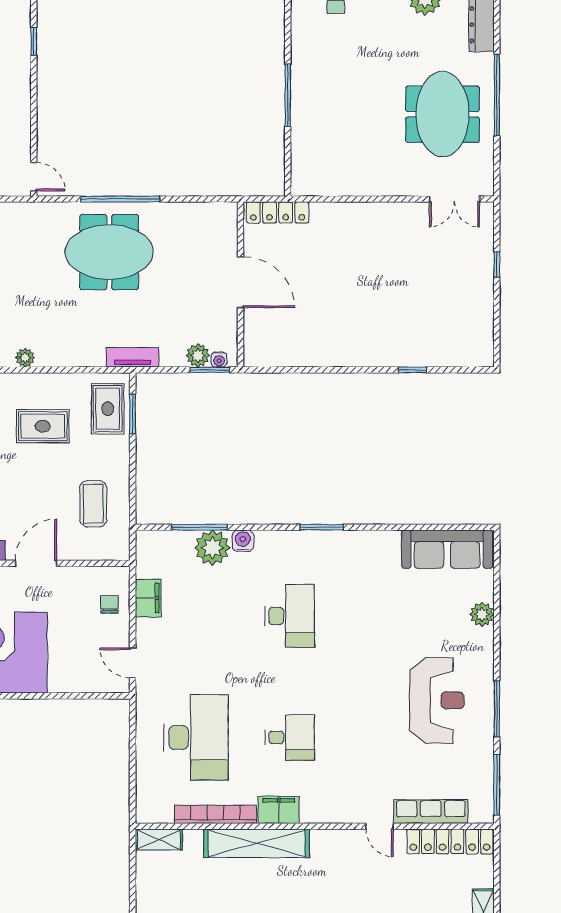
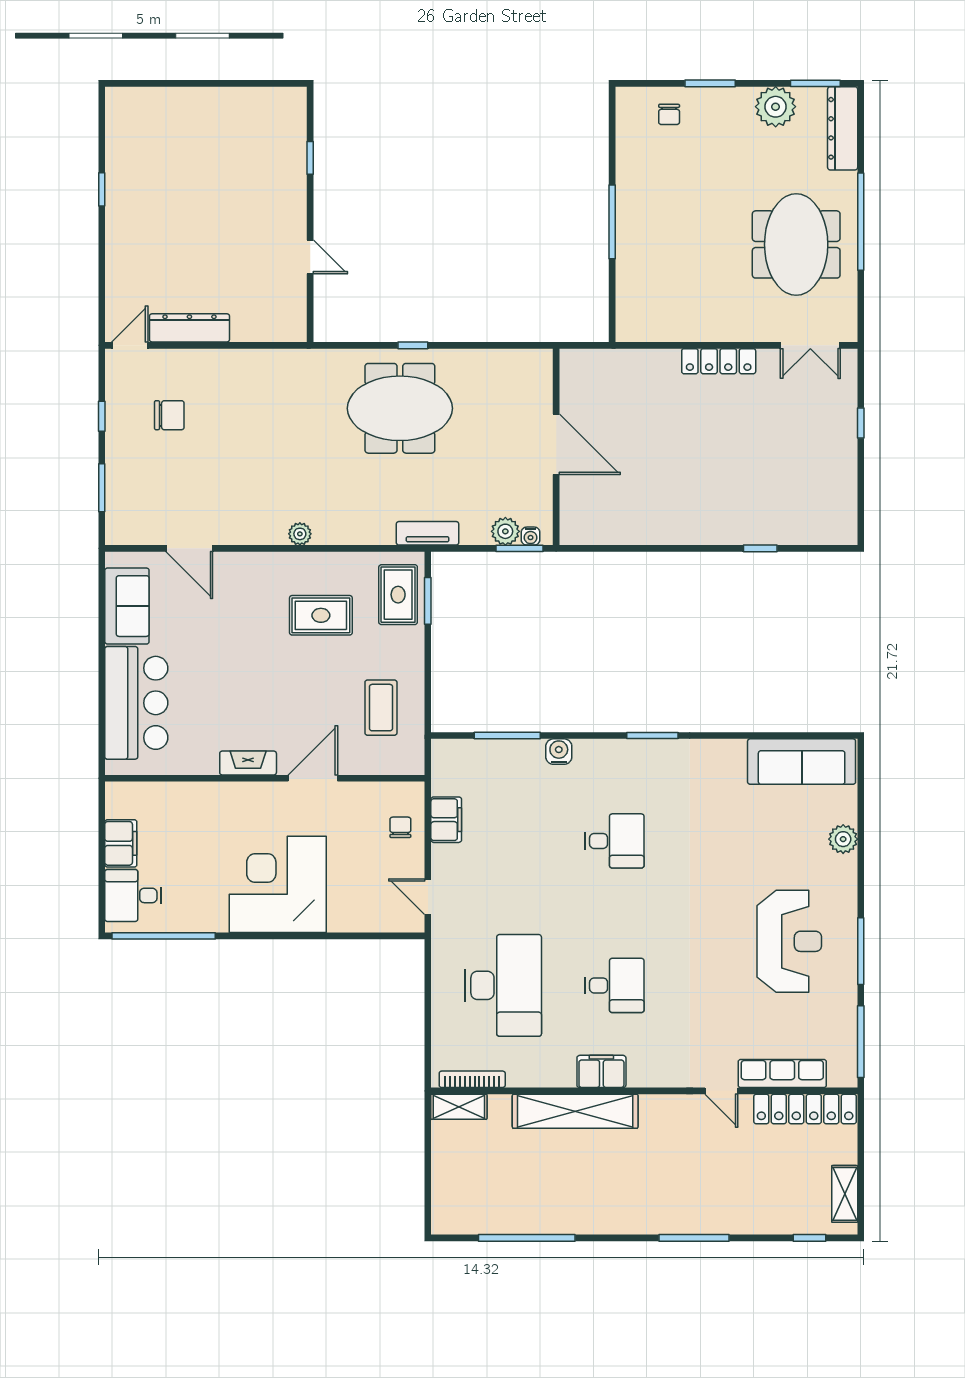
door: (34, 177) -> (310, 257), moved
window: (120, 199) -> (413, 345), width x0.32
locker: (278, 212) -> (719, 361), moved
plant: (212, 548) -> (523, 760), removed
desk: (290, 616) -> (614, 841), width x0.73
bookcase: (215, 814) -> (472, 1079), moved, width x0.68, depth x0.76

